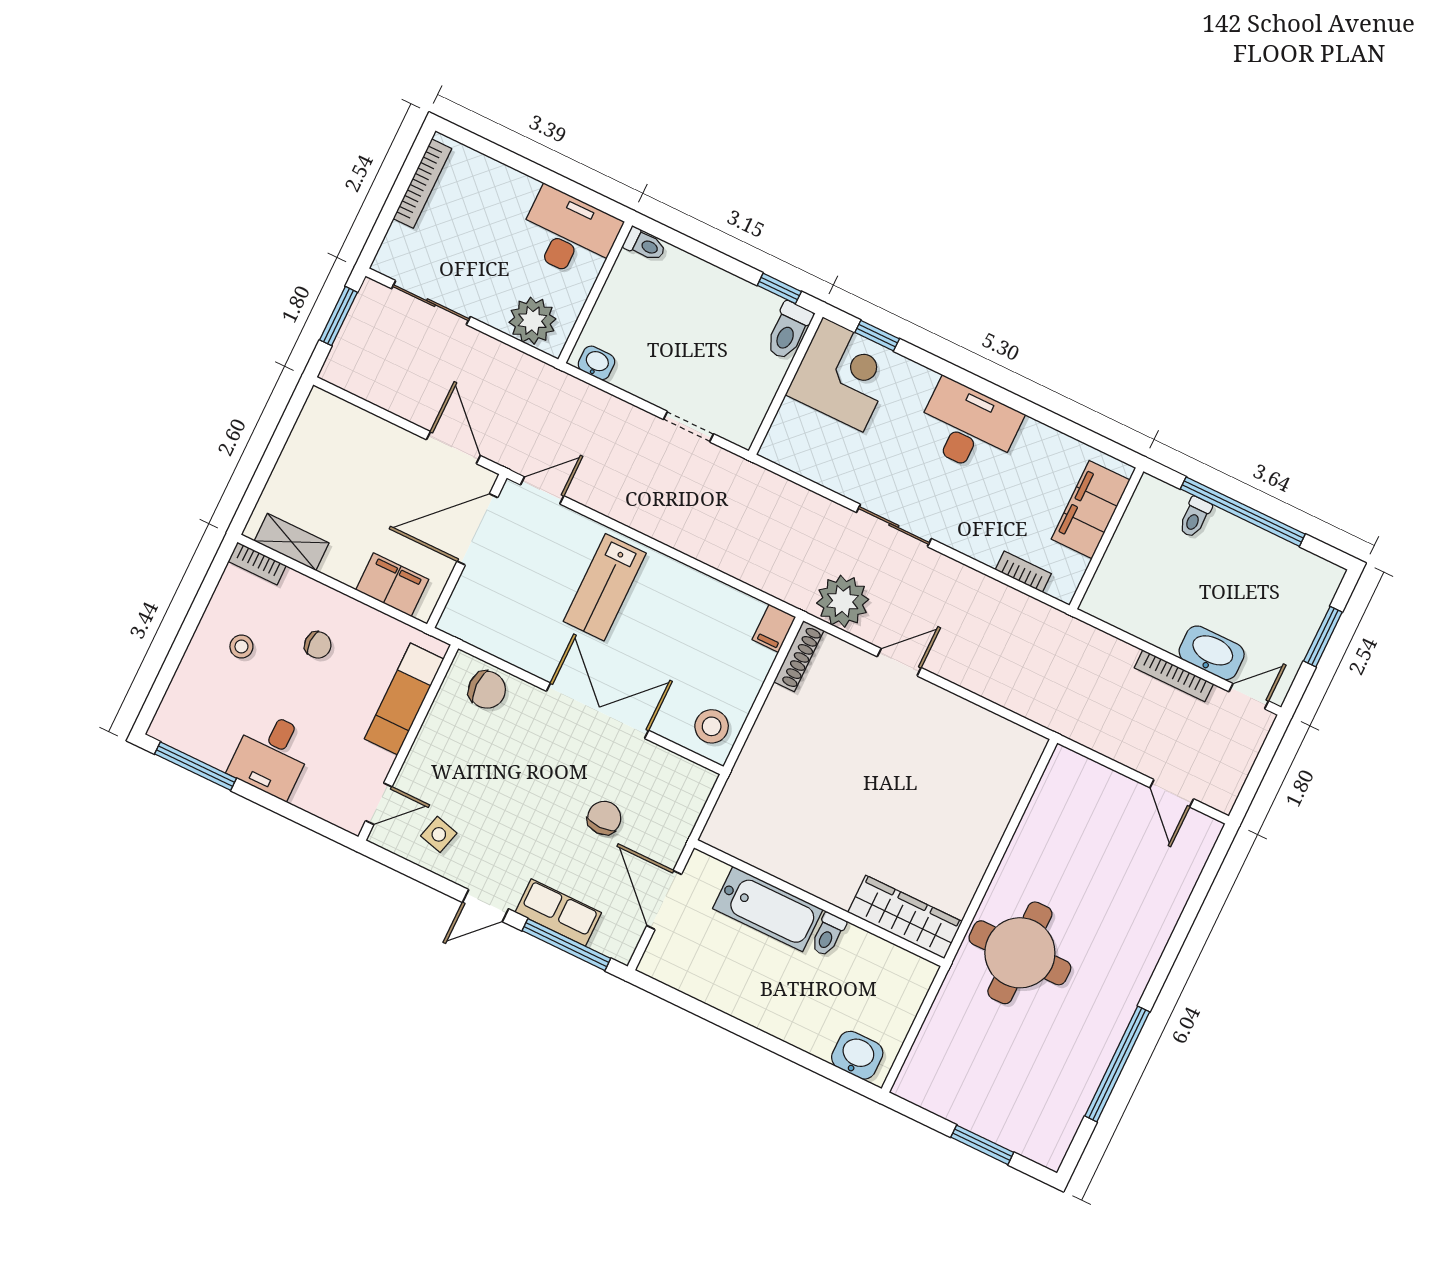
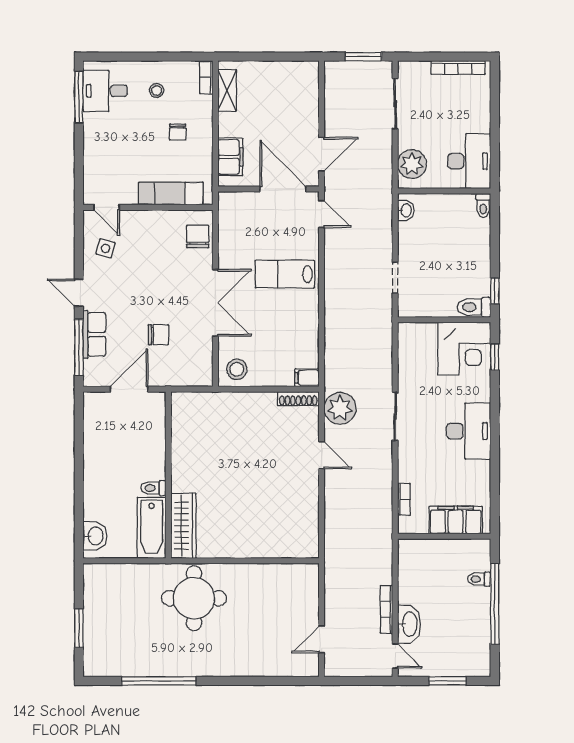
chair: (487, 690) -> (198, 237), turned 180
desk: (272, 755) -> (105, 91), moved
bathtub: (768, 909) -> (152, 528), moved

